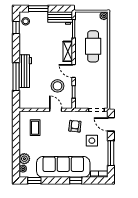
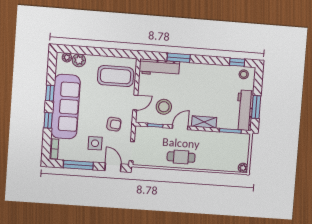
window: (38, 9) -> (256, 107), moved
workbench: (60, 18) -> (245, 110), width x1.37
cafe table: (93, 46) -> (181, 157), moved, width x0.73, depth x0.74
workbench: (25, 71) -> (159, 67), moved
window: (16, 77) -> (179, 58), width x0.69
door: (111, 124) -> (113, 167), hinge flipped
coffee table: (35, 128) -> (116, 76), width x1.86, depth x1.72
window: (34, 181) -> (50, 93), moved

